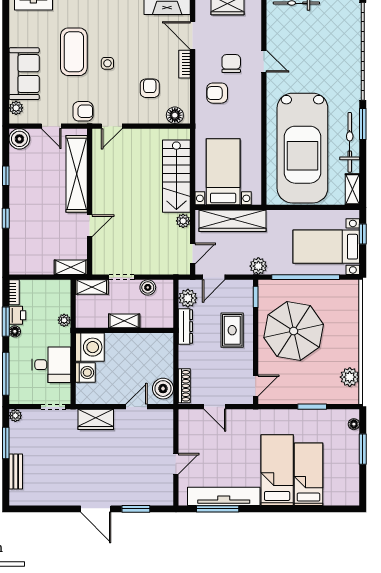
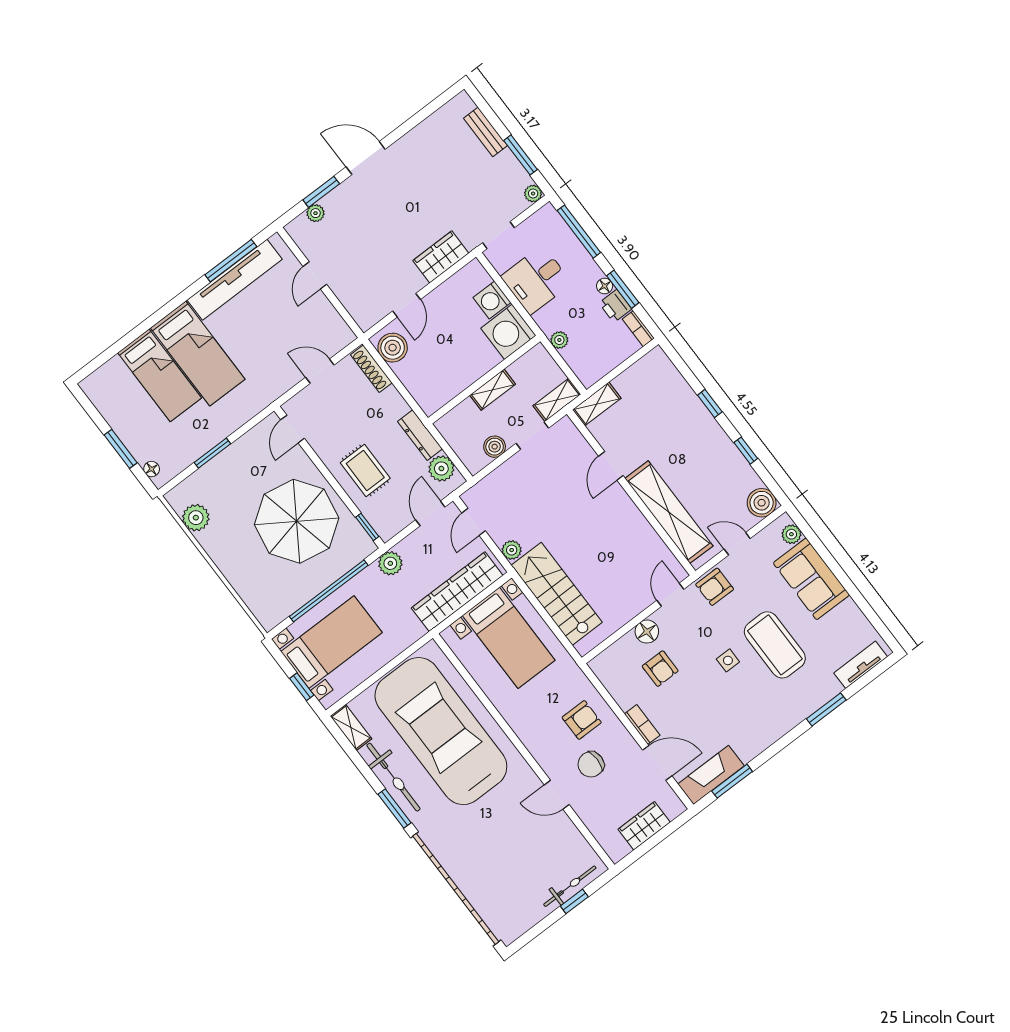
chair: (231, 64) -> (591, 764), turned 90
floor lamp: (175, 115) -> (647, 632), moved
plant: (148, 499) -> (316, 213), added

